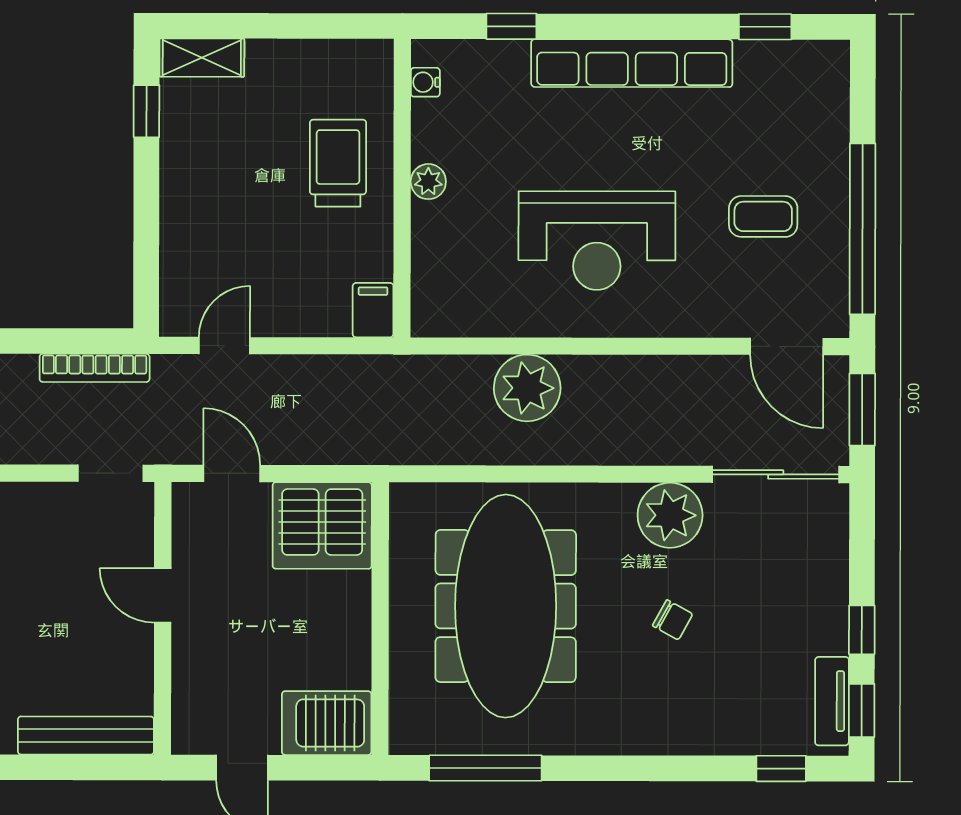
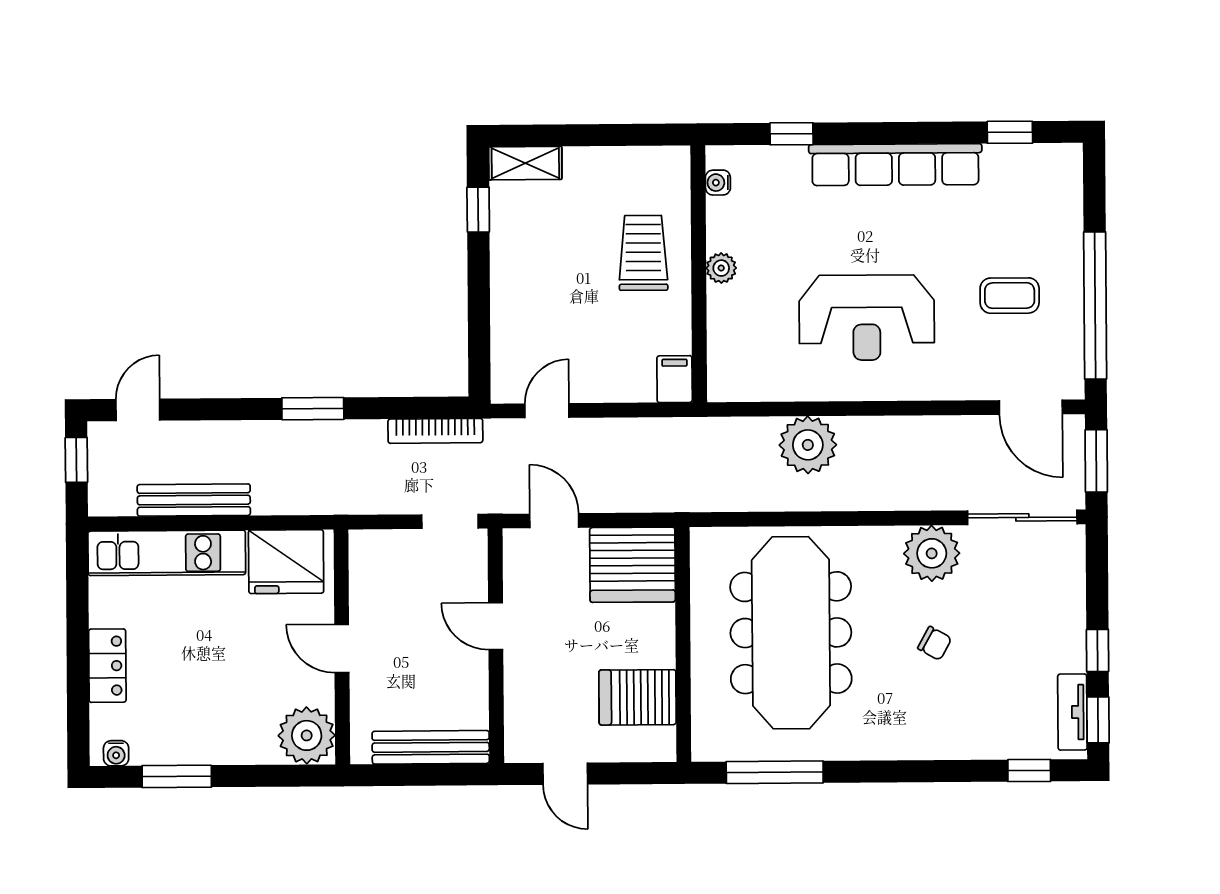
server rack: (327, 723) -> (638, 697), moved

